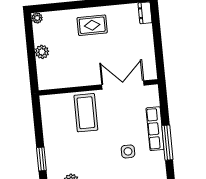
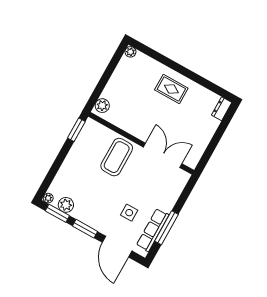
plant: (42, 52) -> (102, 106), moved
row of seats: (155, 129) -> (153, 230), moved
window: (41, 159) -> (76, 130), moved

